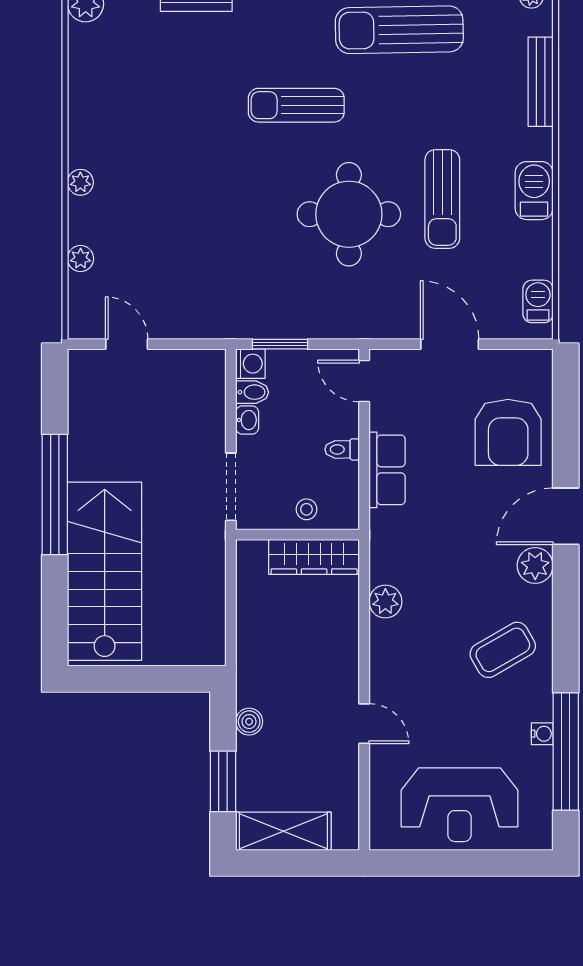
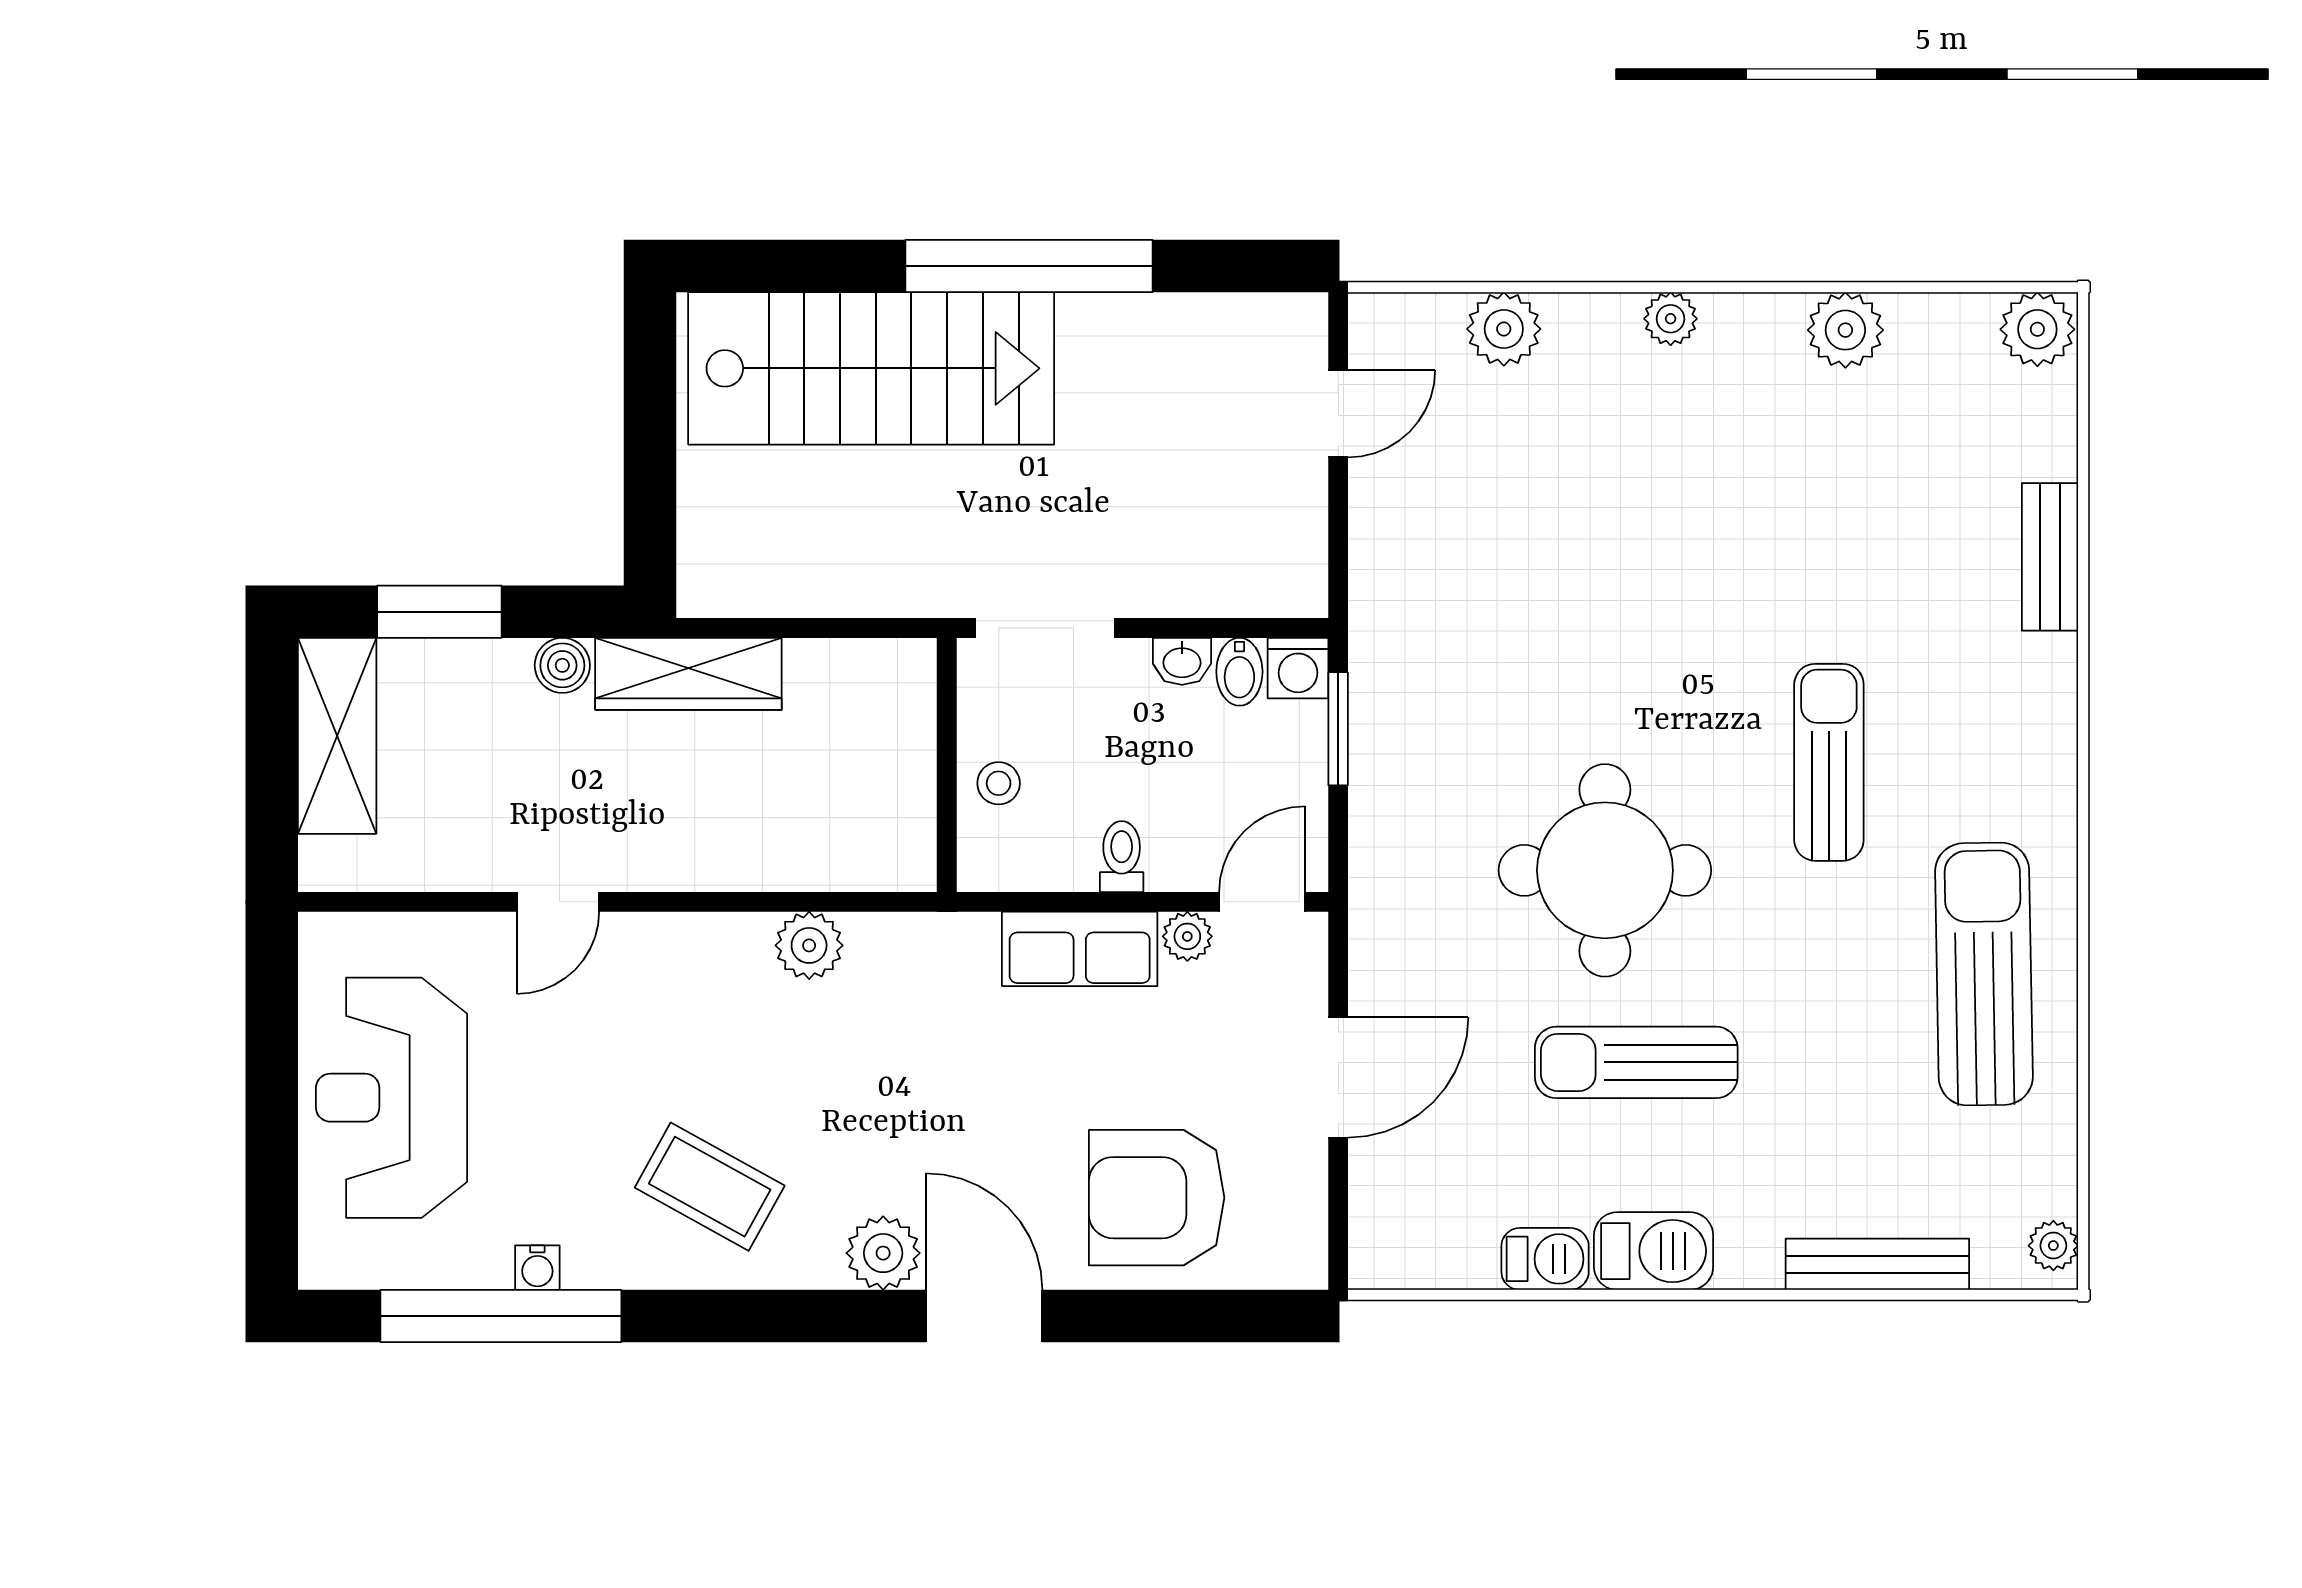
plant: (86, 97) -> (1845, 330), added
plant: (81, 259) -> (1504, 329), width x1.38, depth x1.38
barbecue: (538, 301) -> (1545, 1259), moved
plant: (381, 417) -> (1187, 936), added
wardrobe: (314, 557) -> (688, 674), moved, turned -90
coffee table: (503, 650) -> (710, 1187), turned -31

